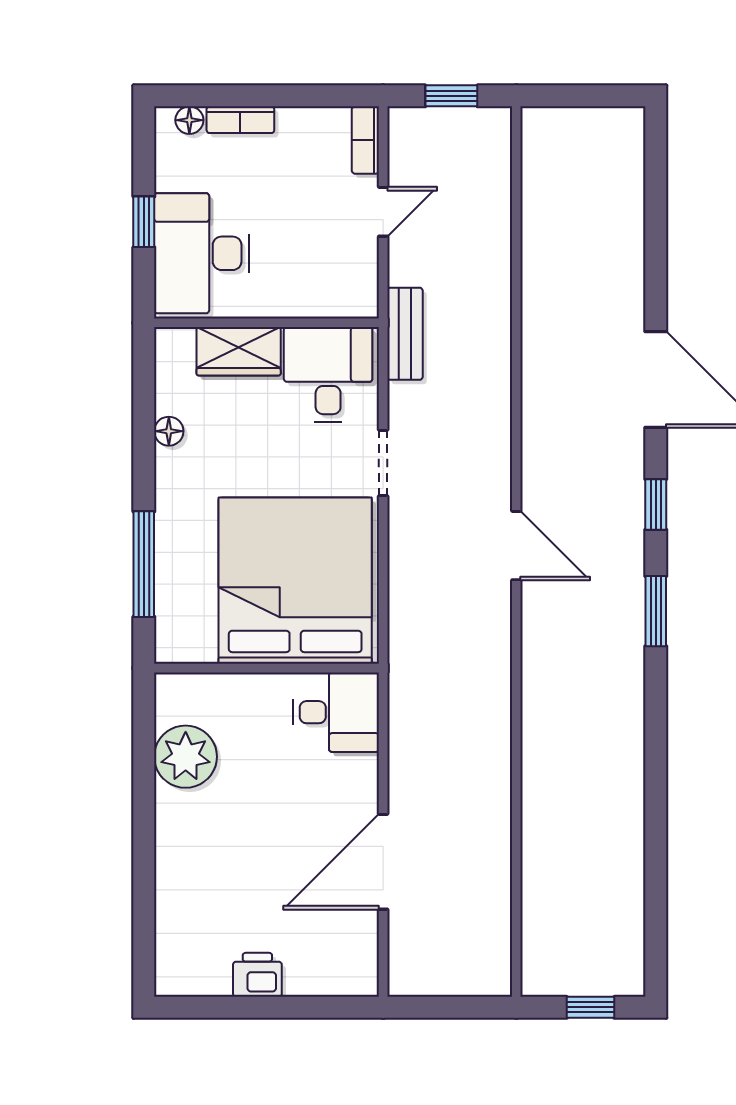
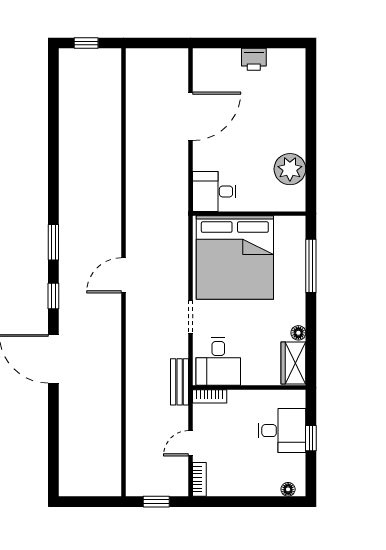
bookcase: (240, 120) -> (210, 396), moved, turned 180
desk: (202, 253) -> (282, 431), width x0.73
wardrobe: (239, 351) -> (293, 363), moved, turned -90
door: (516, 546) -> (124, 275), hinge flipped

